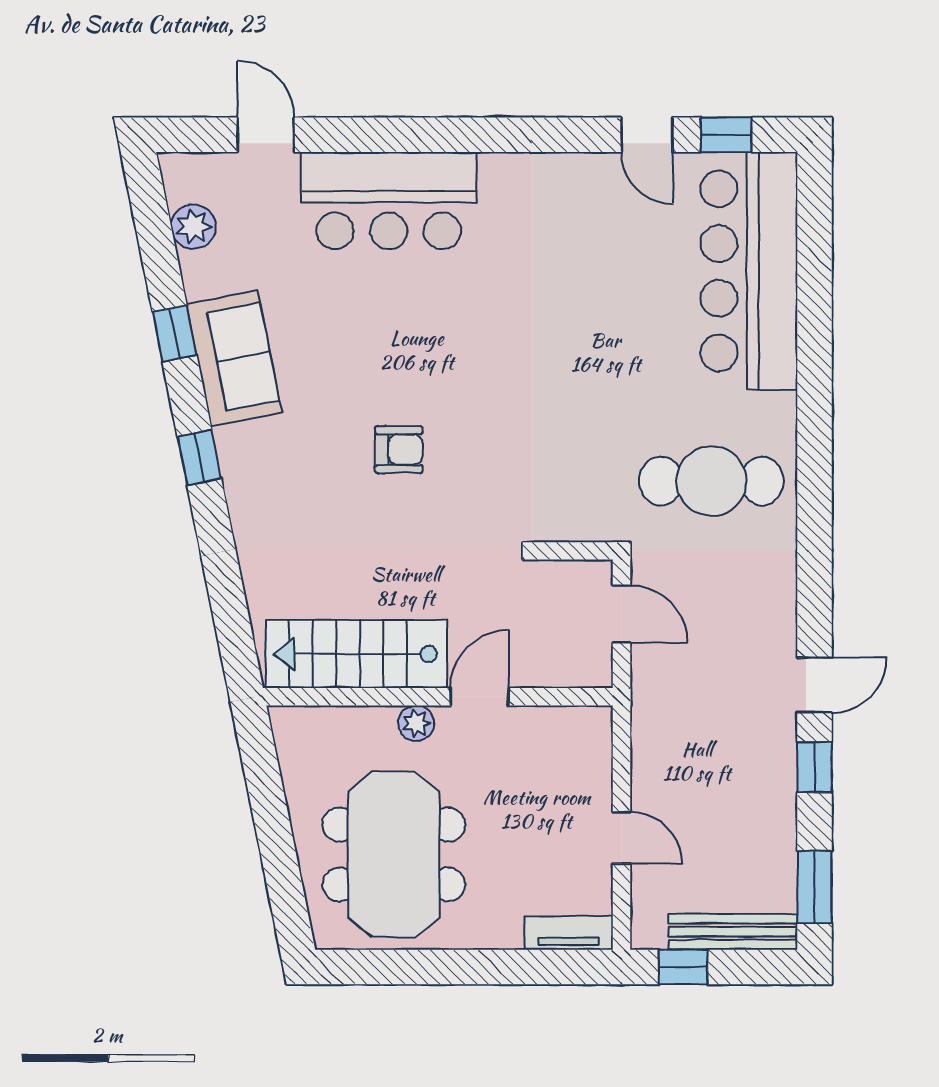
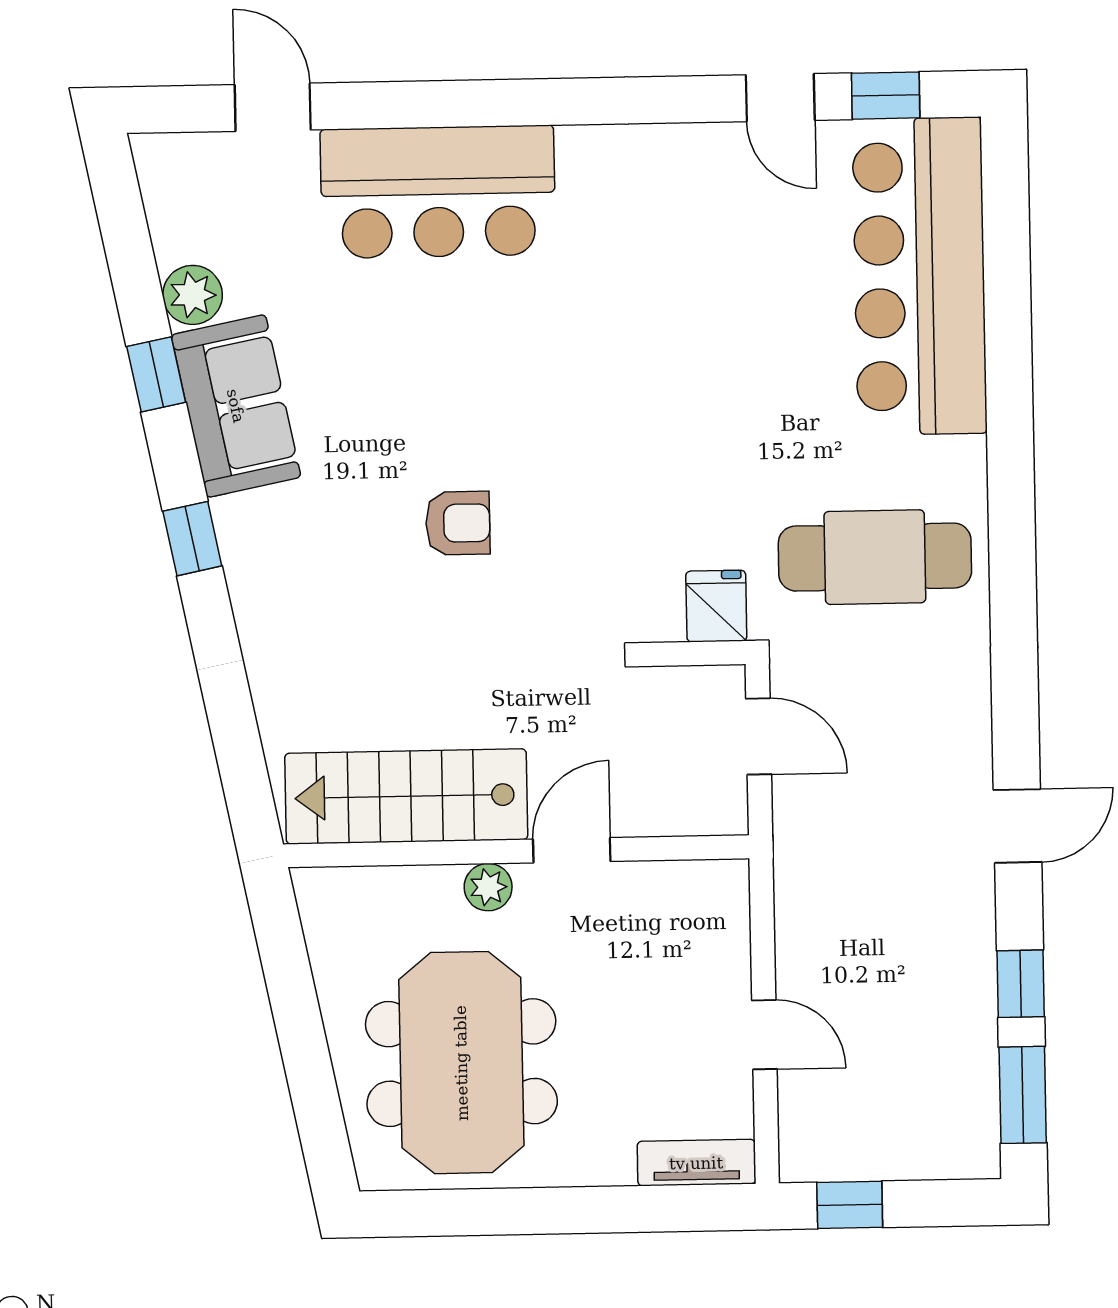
plant: (193, 227) -> (193, 295), moved
fridge: (592, 516) -> (716, 606), added
window: (815, 767) -> (1021, 984), moved
bench: (733, 932) -> (915, 1157), removed

